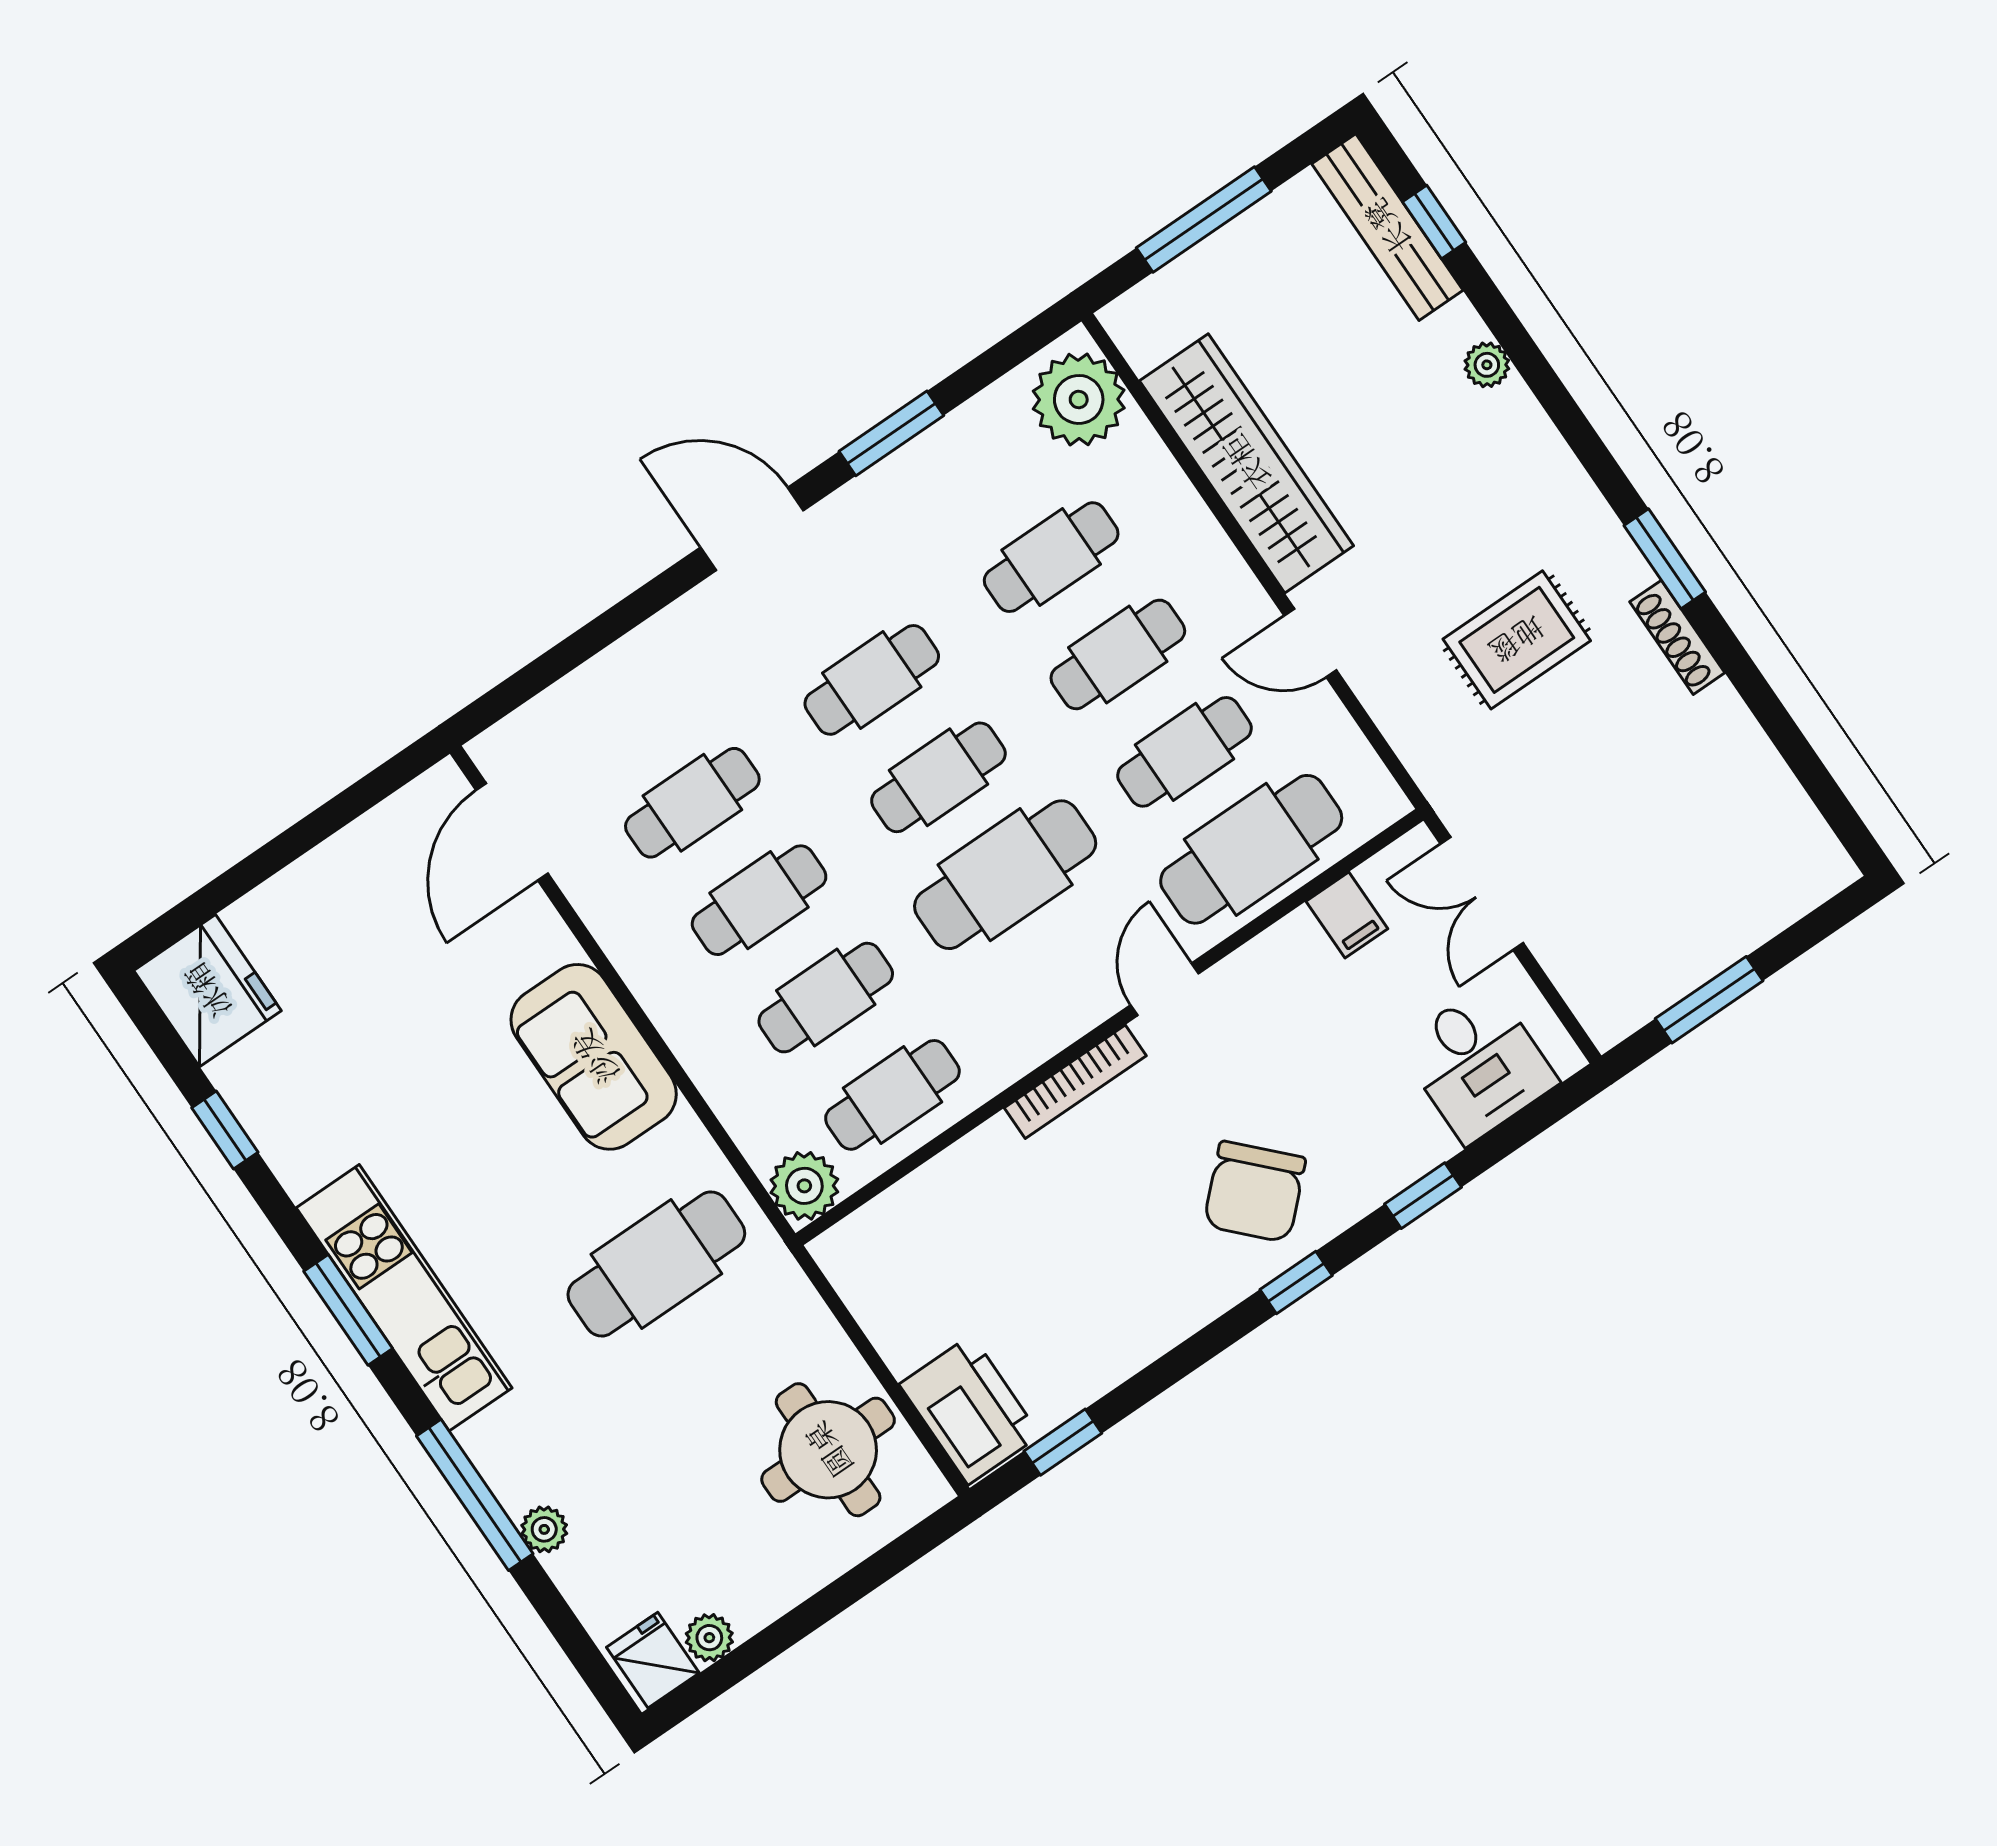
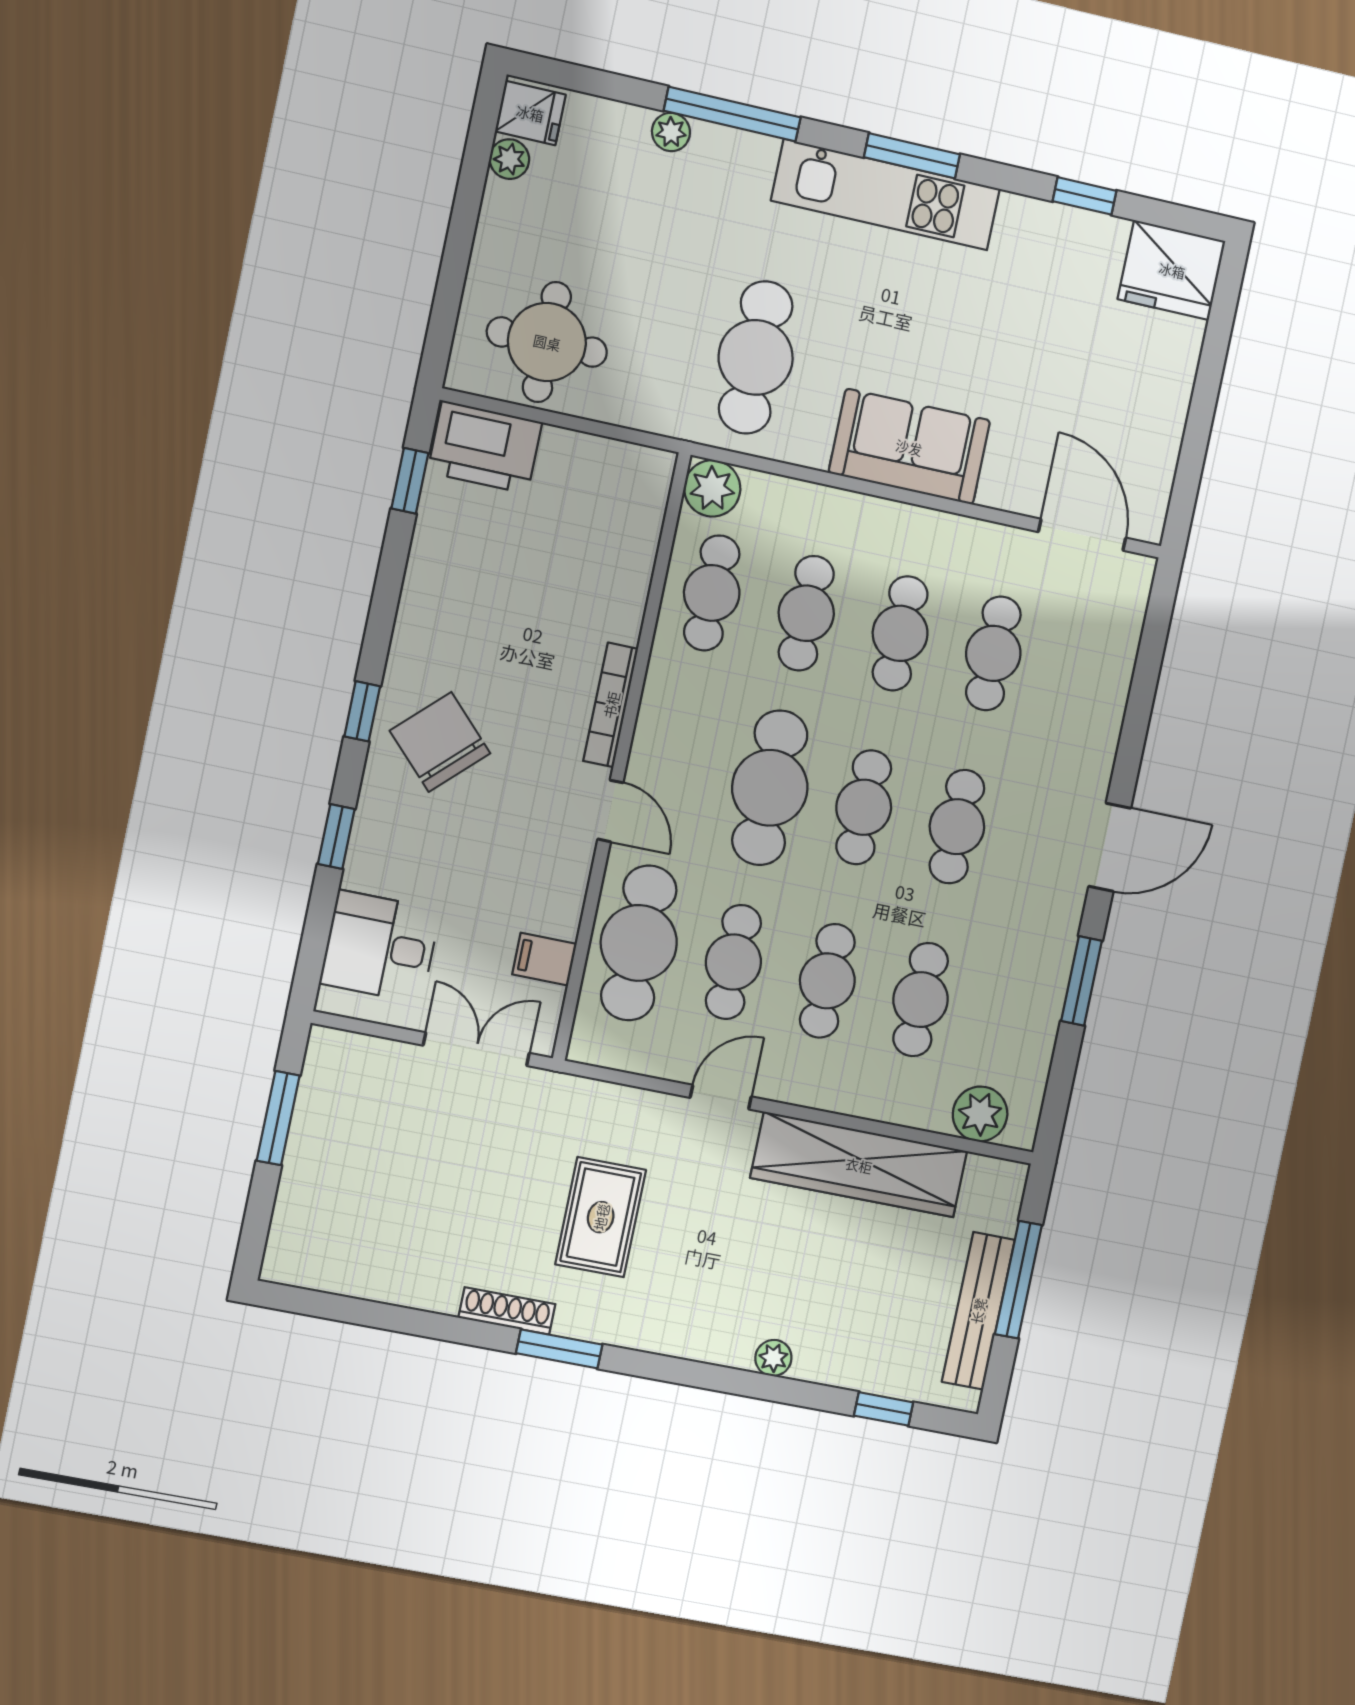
bench: (1387, 227) -> (978, 1311), moved, turned 90
plant: (1079, 399) -> (980, 1114), width x0.73, depth x0.73

